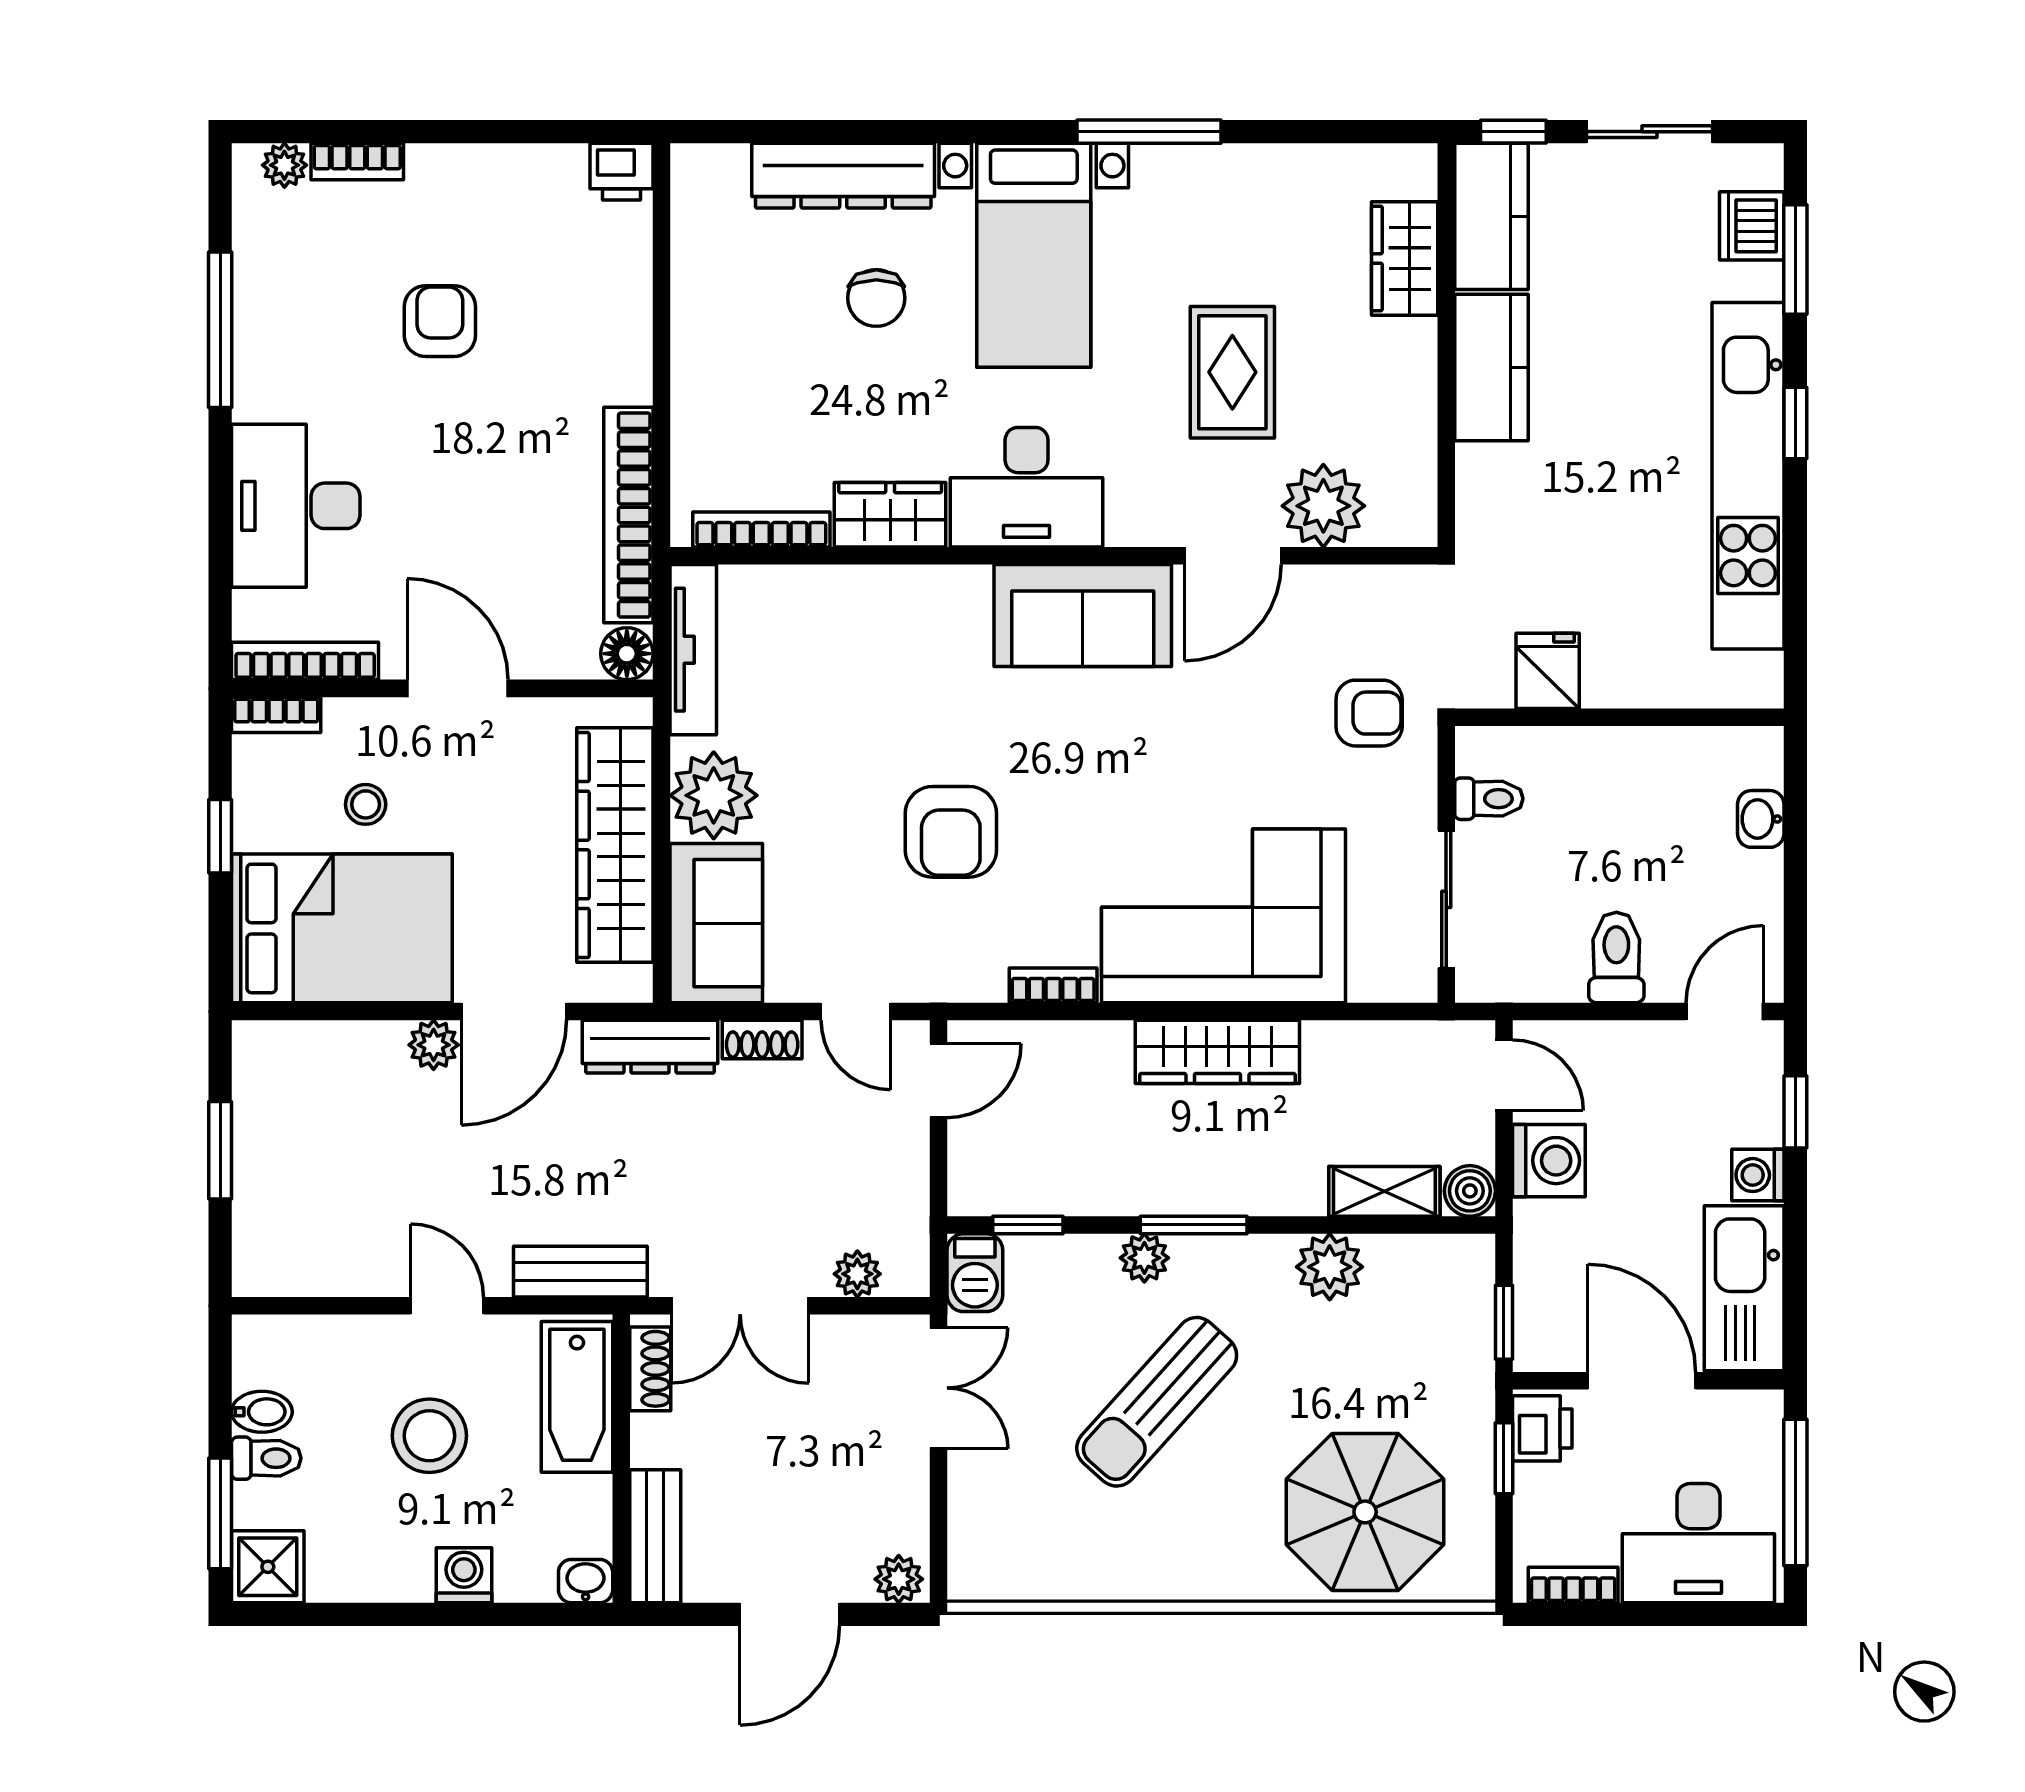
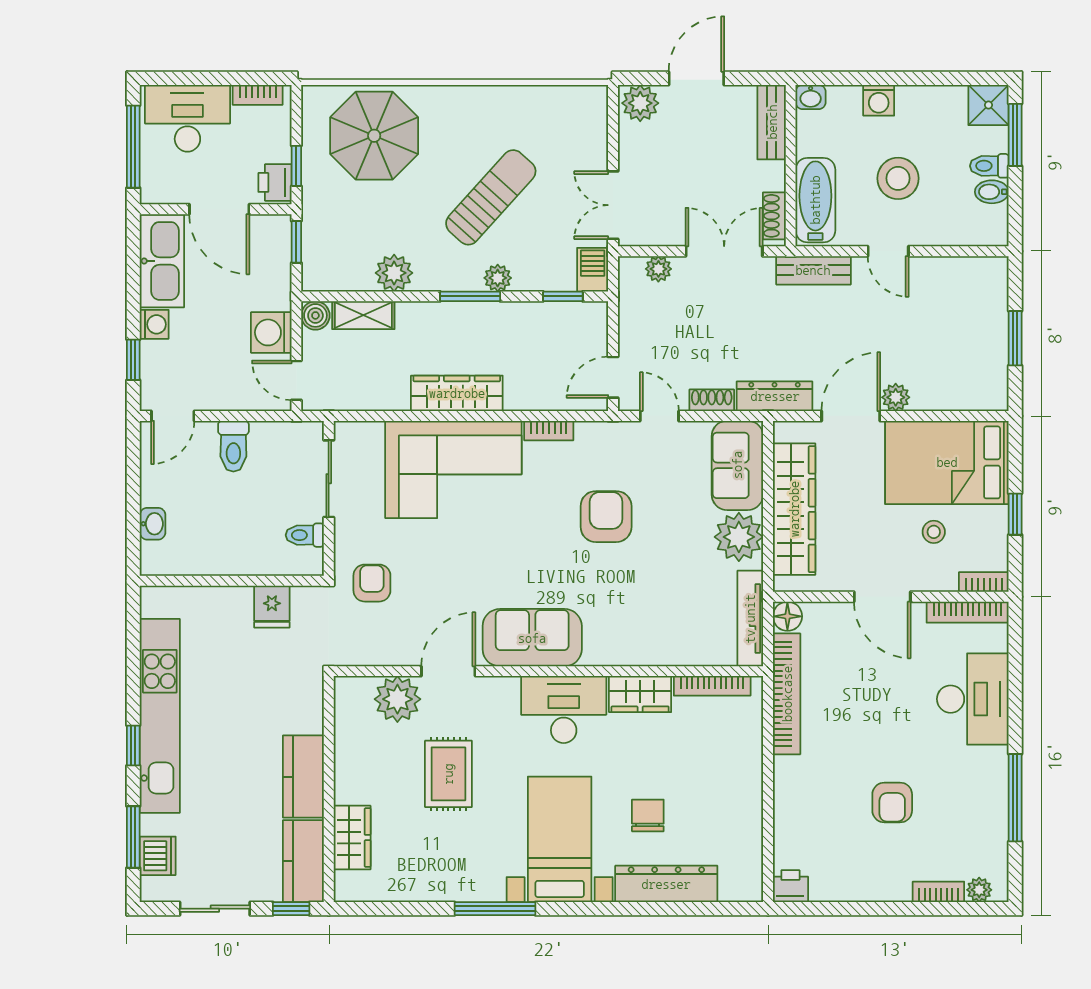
armchair: (1369, 713) -> (372, 583), turned 90
plant: (899, 1579) -> (640, 103), width x1.38, depth x1.38

